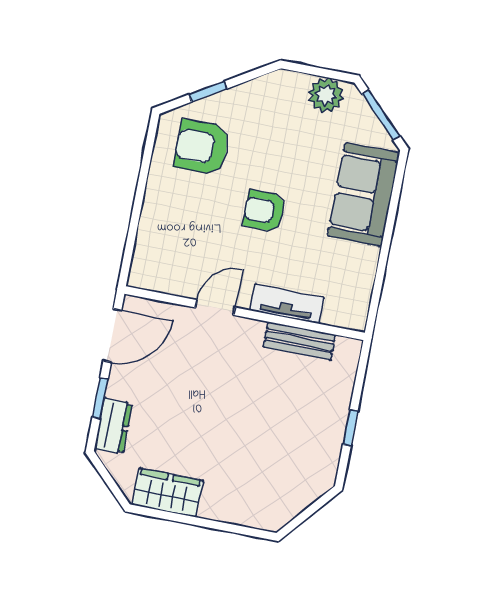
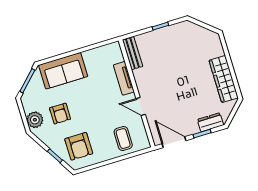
plant: (326, 95) -> (35, 120), moved
armchair: (264, 211) -> (60, 114), moved
coffee table: (171, 241) -> (123, 139), added
bench: (299, 341) -> (133, 53), moved
wardrobe: (167, 493) -> (224, 79), width x1.50

